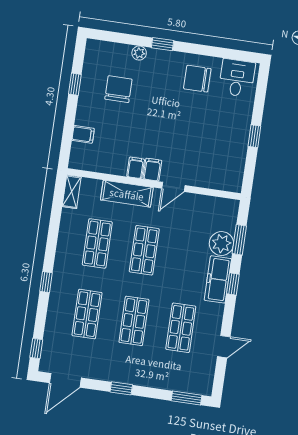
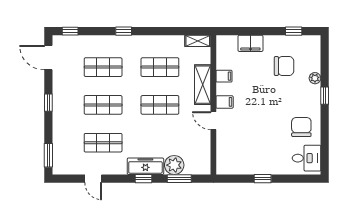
window: (75, 84) -> (294, 31), moved
filing cabinet: (83, 134) -> (250, 43), width x2.00
filing cabinet: (136, 168) -> (224, 76), moved

